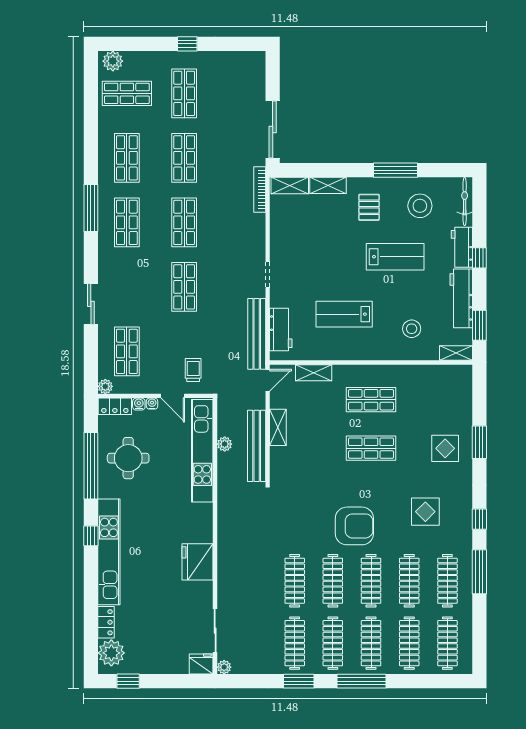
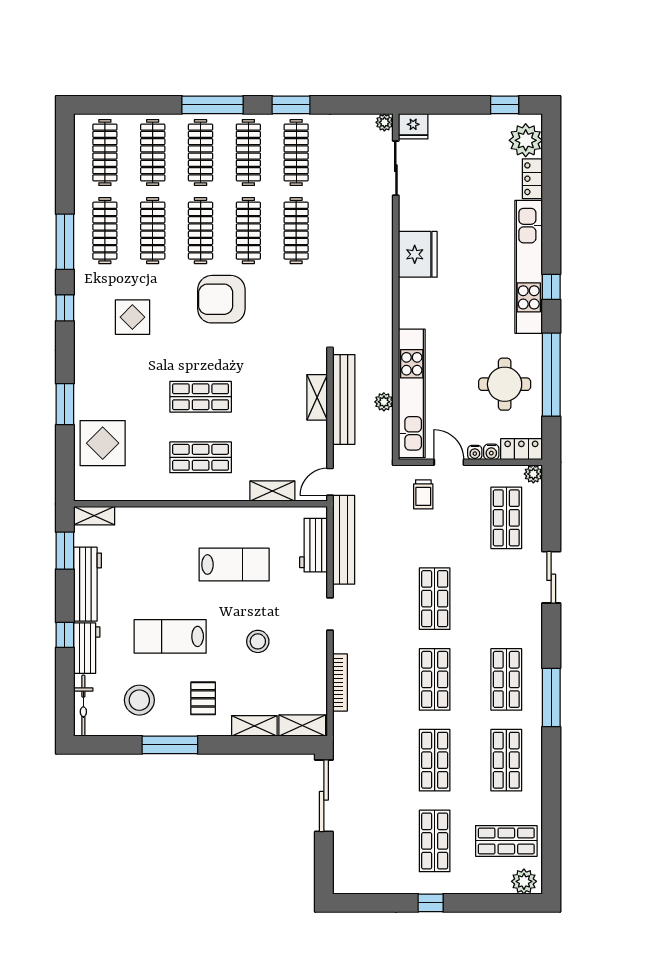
bookcase: (260, 190) -> (340, 682), moved
stool: (412, 329) -> (258, 641), moved
shelving: (278, 427) -> (317, 397), moved
display table: (445, 448) -> (103, 443), moved, width x1.36, depth x1.36

